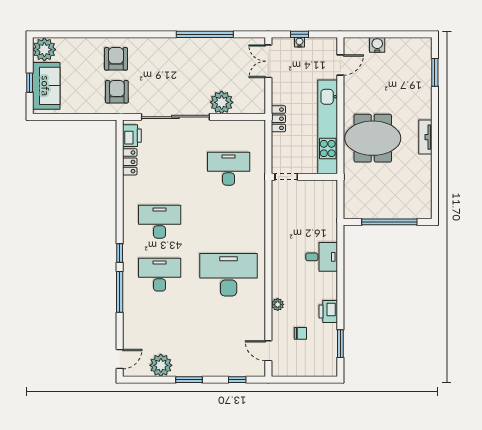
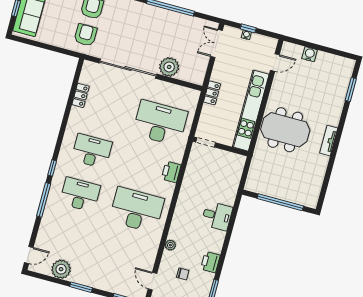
printer: (132, 136) -> (171, 172), moved, turned 180
desk: (229, 169) -> (160, 123), width x1.36, depth x1.30

